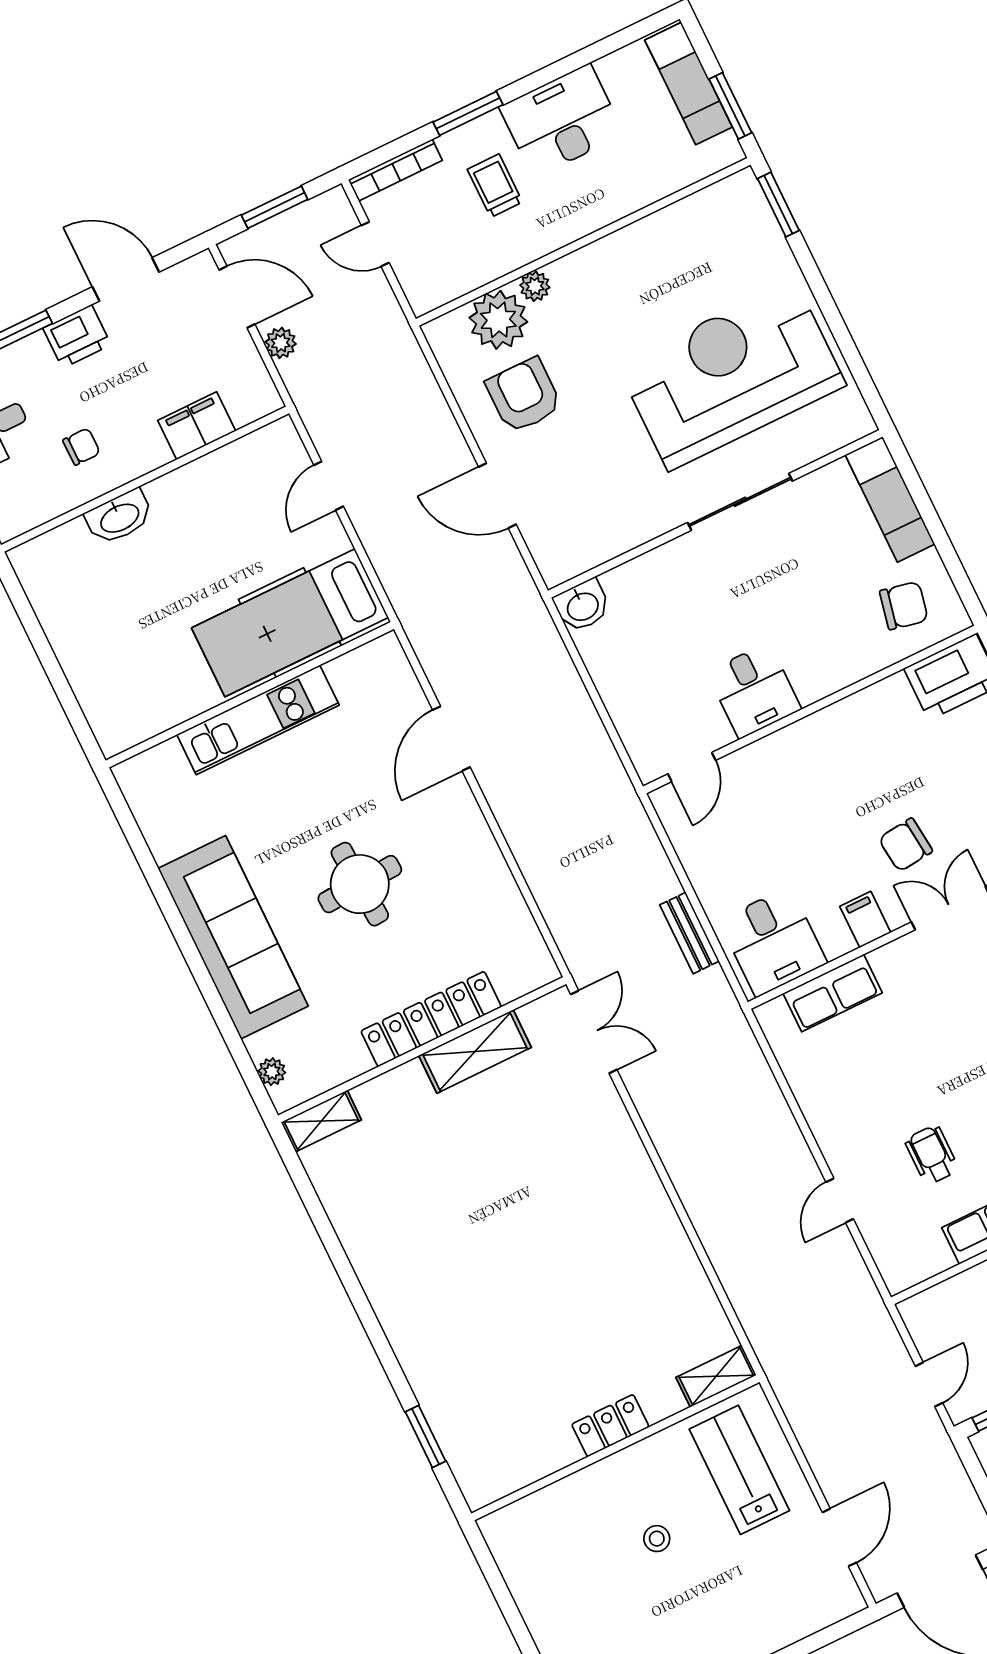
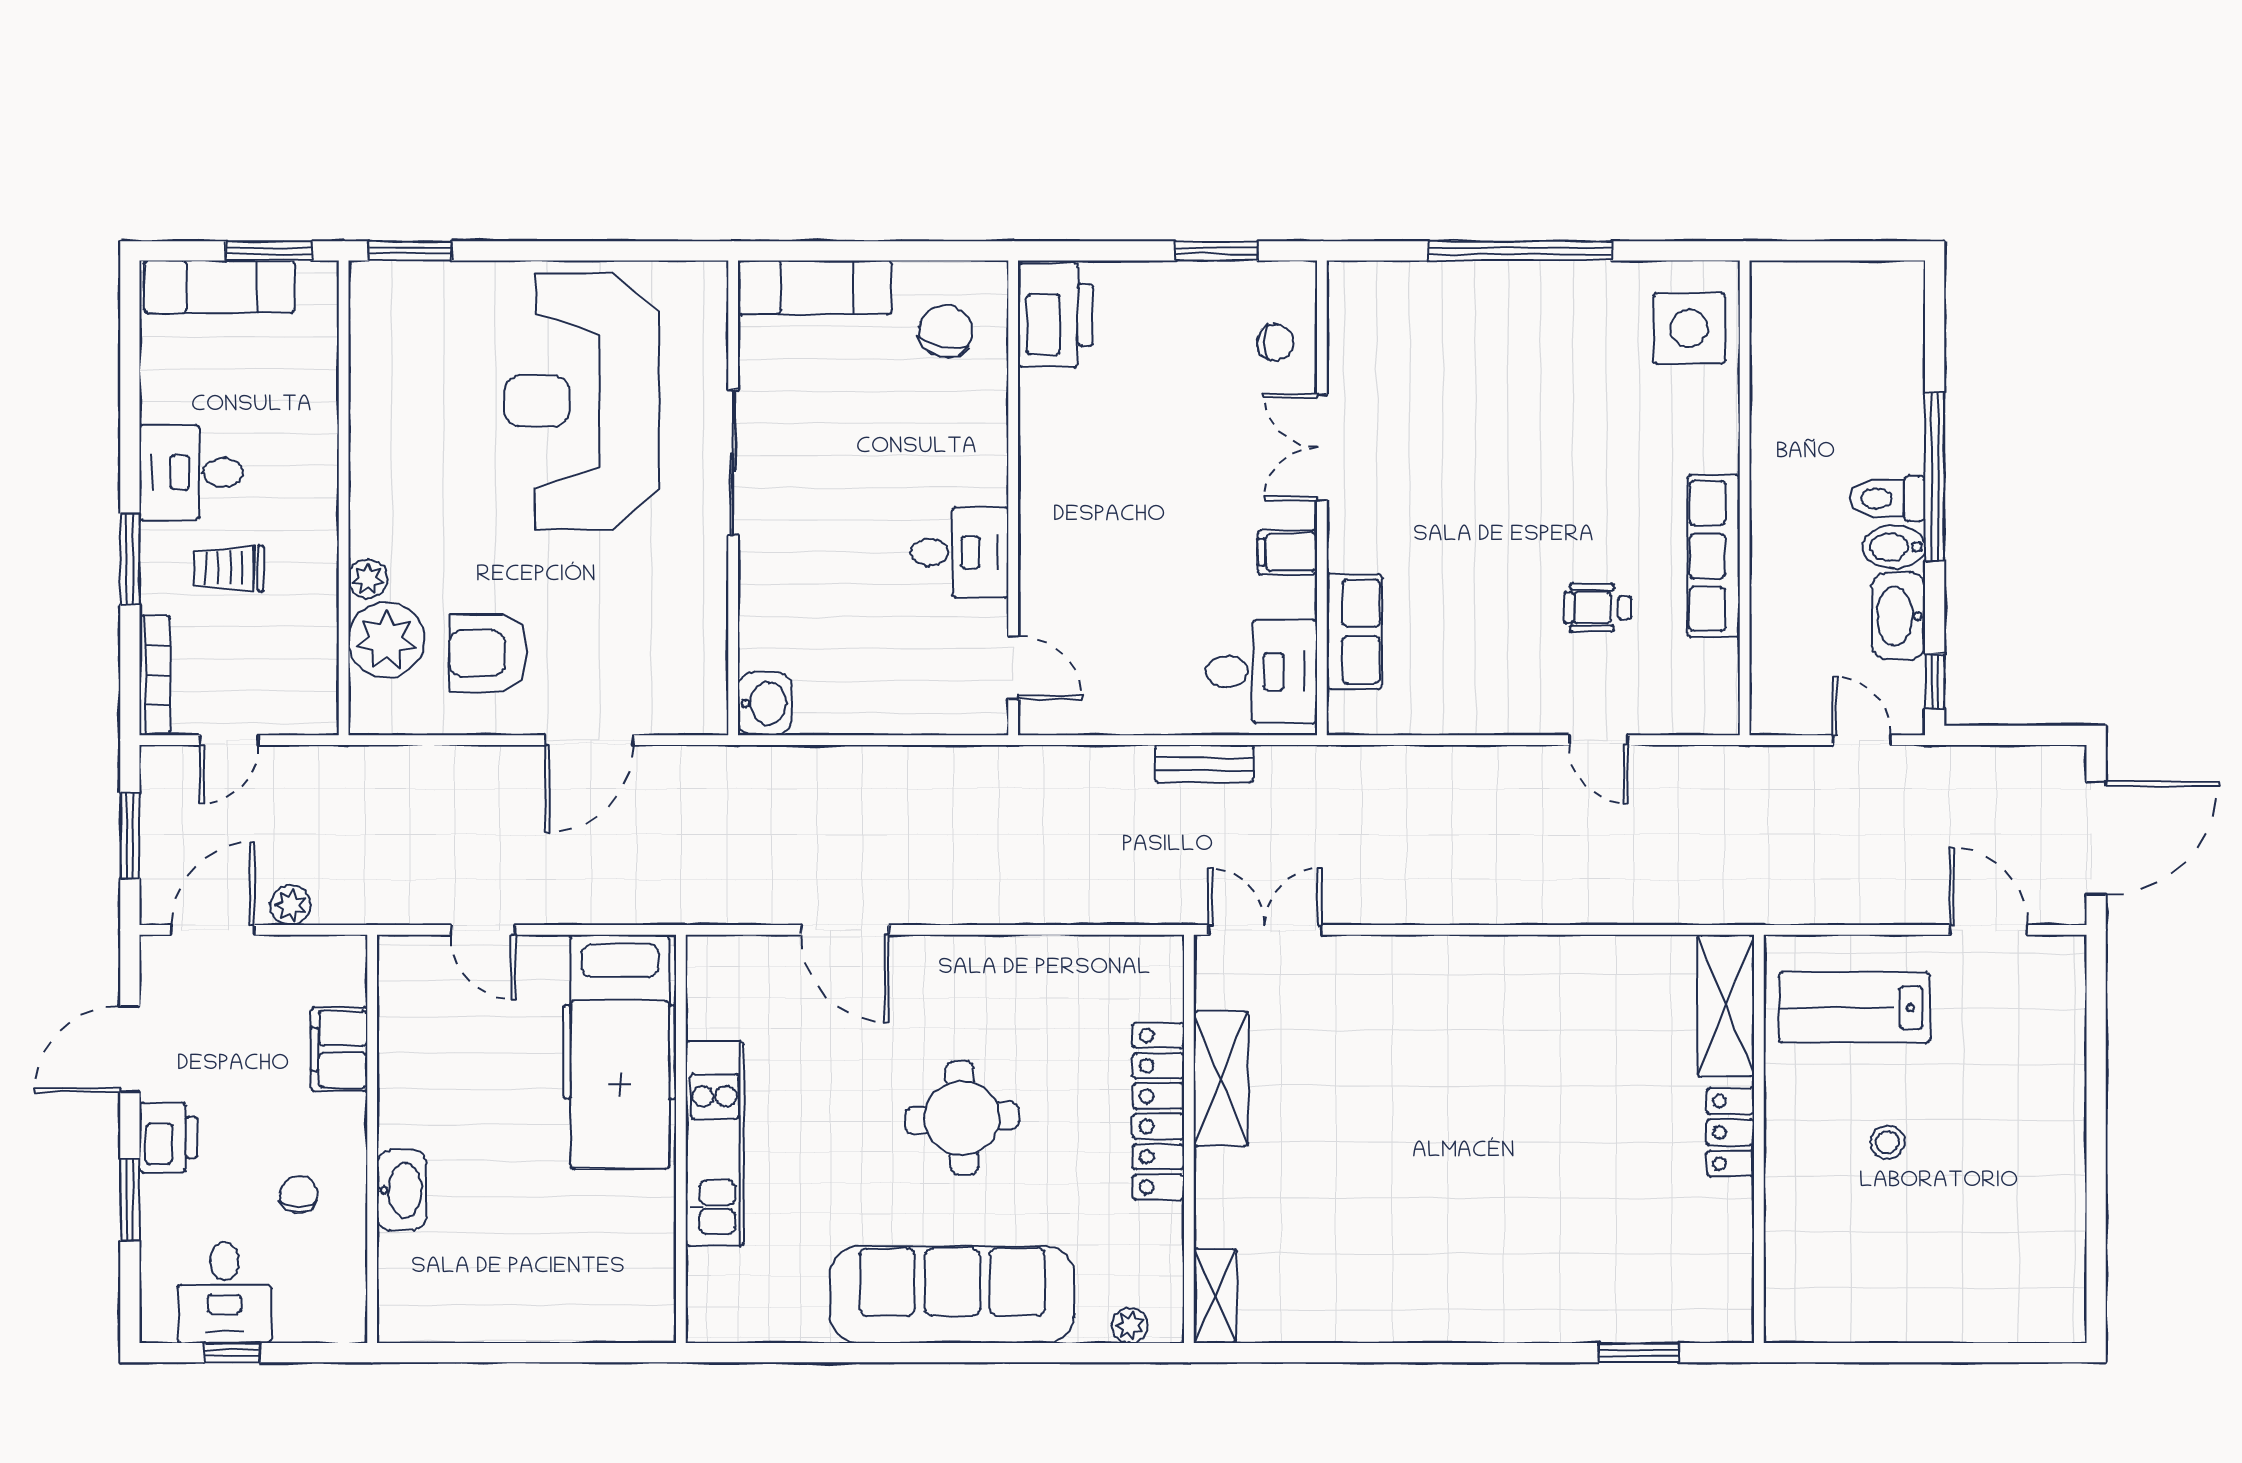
desk: (562, 121) -> (191, 472), width x0.73
chair: (906, 845) -> (1224, 464), removed
shelving: (716, 1376) -> (1726, 1006), width x1.50, depth x1.33

